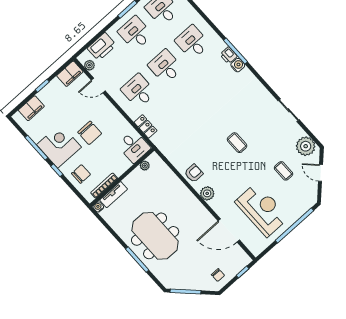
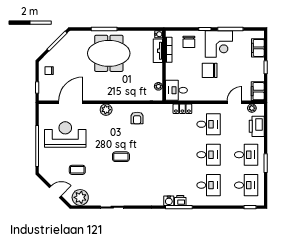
armchair: (194, 173) -> (137, 118), moved
reception desk: (262, 210) -> (65, 135), turned 180

